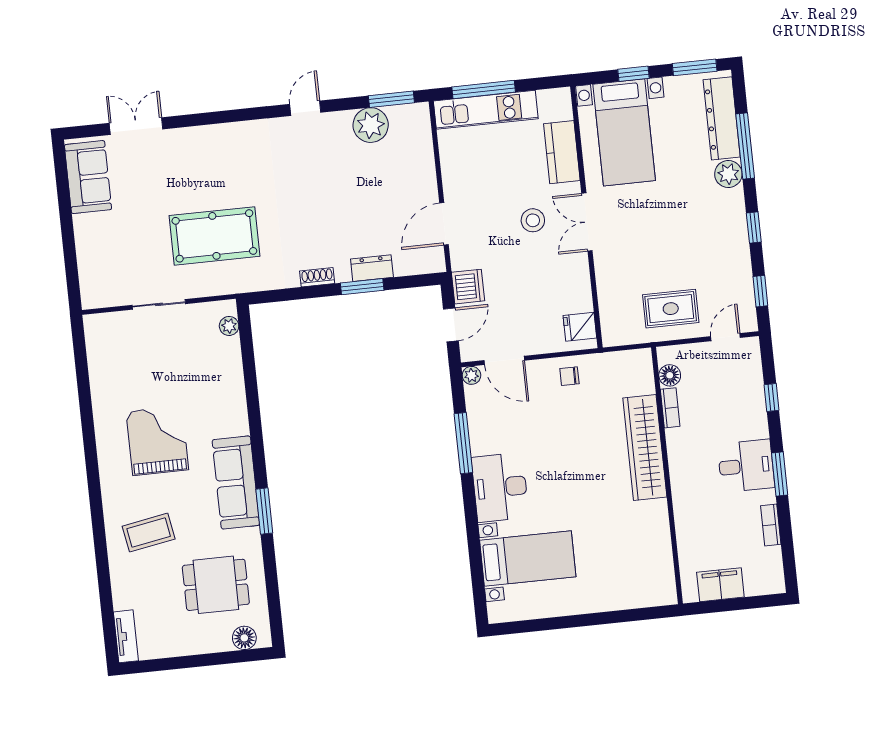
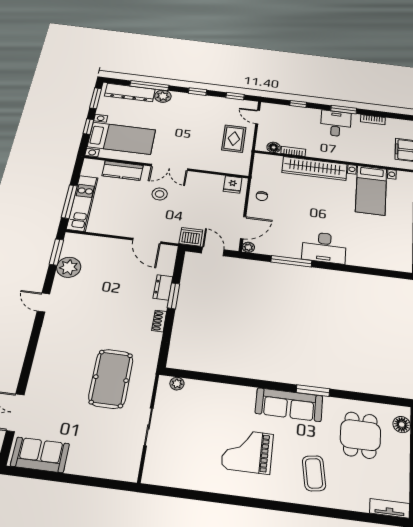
bed with nightstands: (528, 558) -> (371, 190), moved, turned 180

